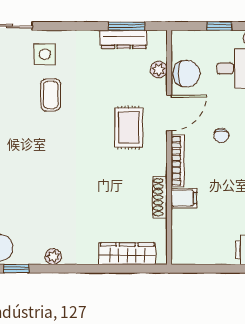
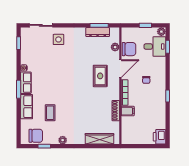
coffee table: (51, 95) -> (50, 113), moved

